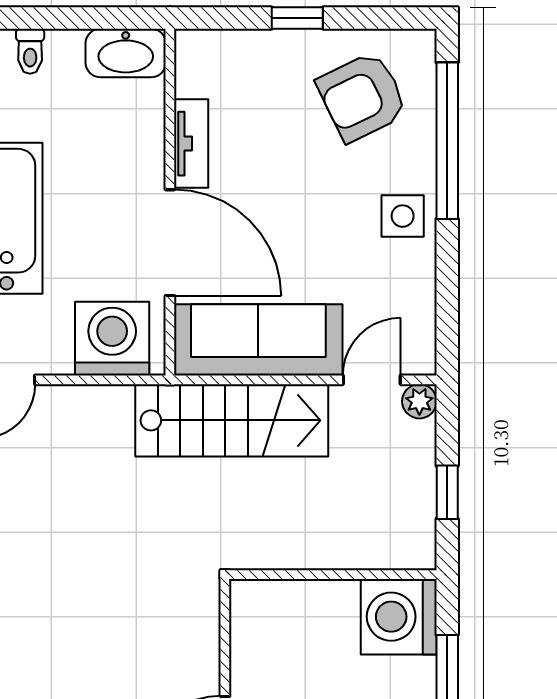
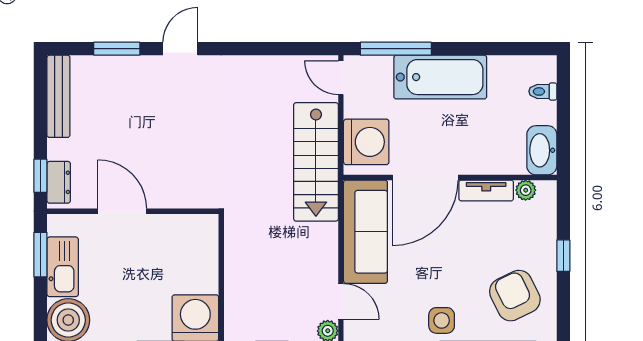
plant: (191, 79) -> (526, 190), added
stairs: (232, 420) -> (316, 162), moved

